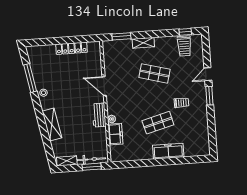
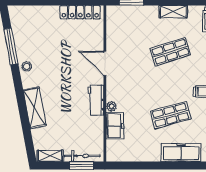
shelving: (143, 43) -> (173, 12), moved
locker: (72, 48) -> (80, 12), moved
shop shelf: (154, 73) -> (170, 52), turned -33

